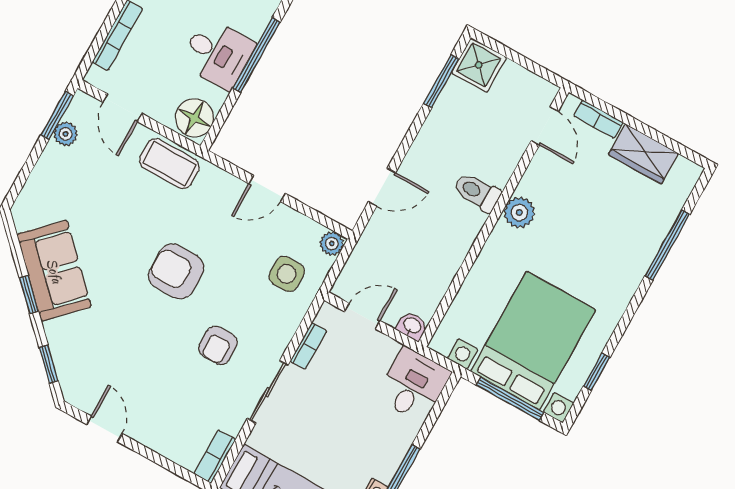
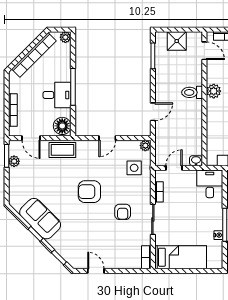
shower: (479, 65) -> (177, 41), moved

